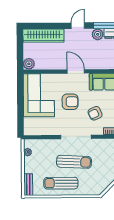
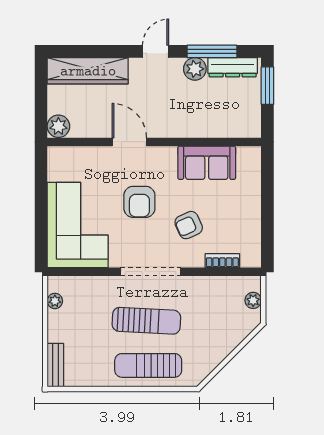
door: (76, 71) -> (129, 142), moved
corner sofa: (39, 95) -> (78, 225), moved
armchair: (70, 102) -> (139, 202), turned 90
sun lounger: (61, 183) -> (148, 365), moved

